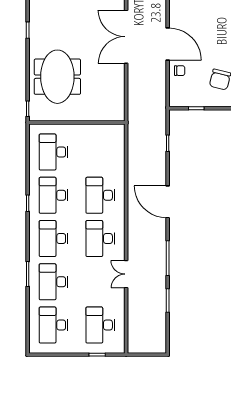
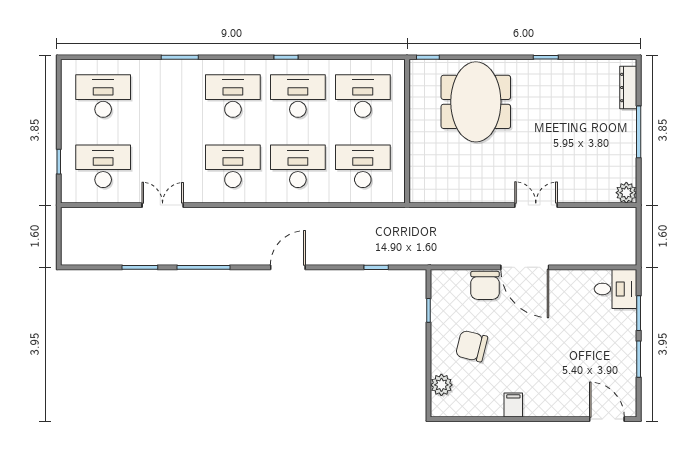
double door: (126, 37) -> (536, 205), width x0.54
door: (168, 44) -> (525, 267), hinge flipped
chair: (180, 71) -> (485, 285), width x1.87, depth x1.87
meeting table: (57, 77) -> (476, 102), turned 90
door: (168, 202) -> (288, 267), width x0.73
double door: (126, 274) -> (163, 205), moved
desk: (54, 282) -> (363, 166), moved

